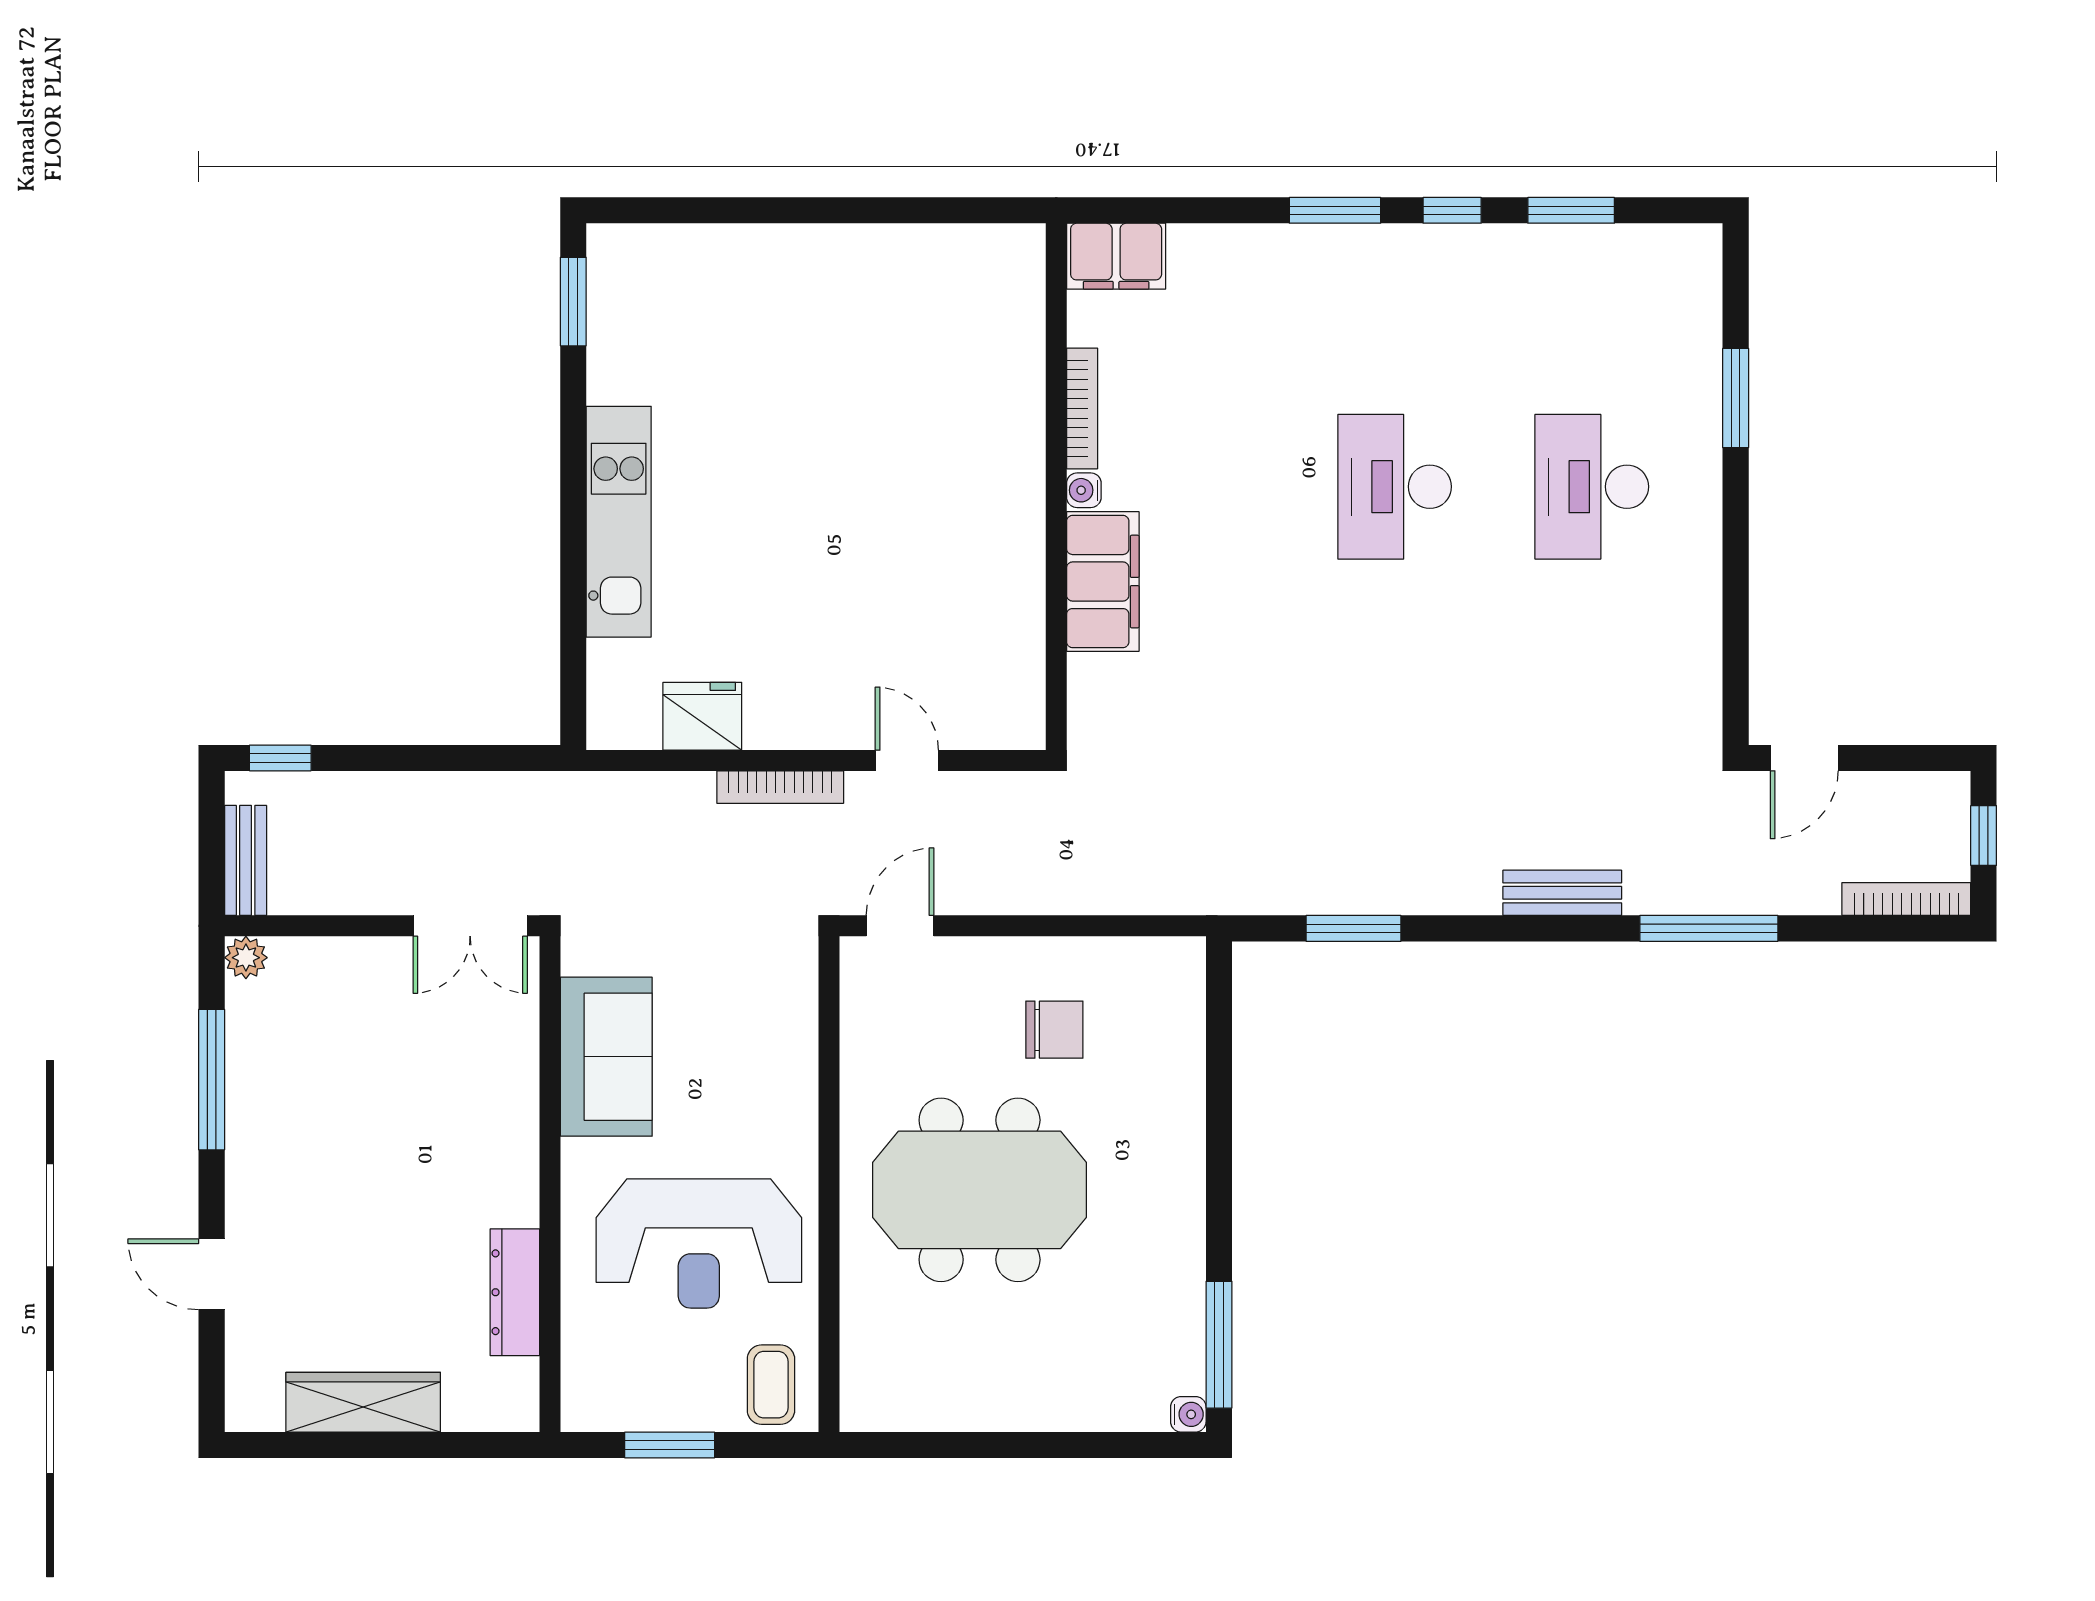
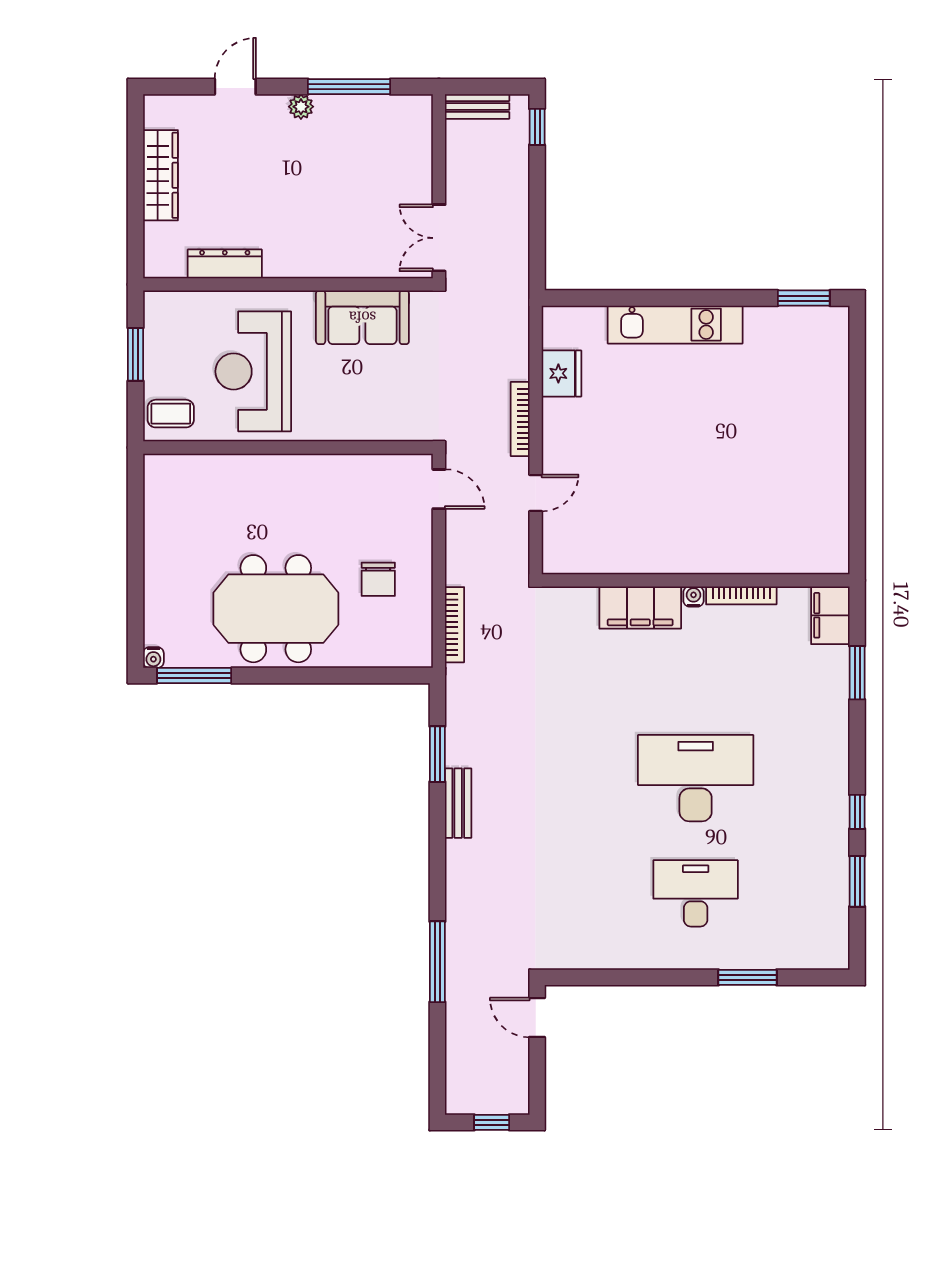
window: (1335, 210) -> (857, 673), moved
desk: (1395, 487) -> (696, 778), width x1.36, depth x1.30
bench: (1562, 893) -> (458, 803), moved
bookcase: (1906, 899) -> (455, 625), moved
plant: (246, 958) -> (301, 107), moved
meeting table: (980, 1190) -> (276, 609), moved, turned 90

